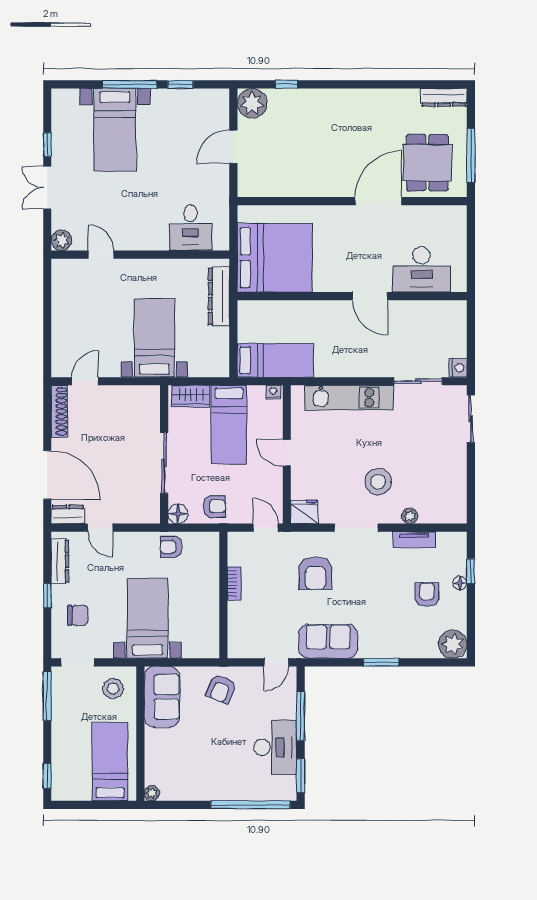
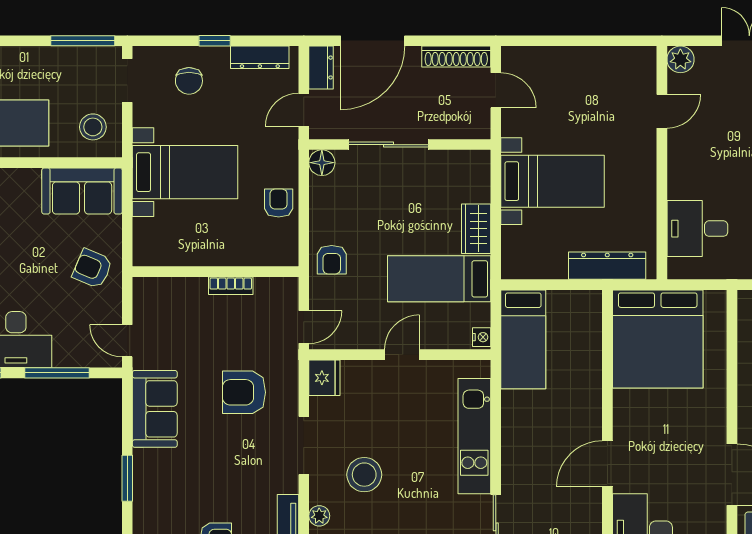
wall: (164, 454) -> (400, 145), moved
sliding door: (164, 463) -> (388, 145), moved
floor lamp: (178, 514) -> (322, 163), moved

